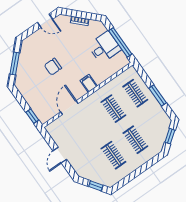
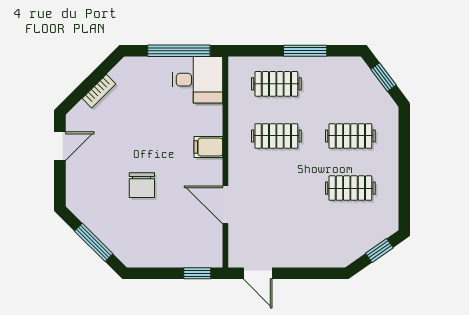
desk: (104, 47) -> (197, 80), moved, turned 90
door: (60, 155) -> (258, 273), moved

